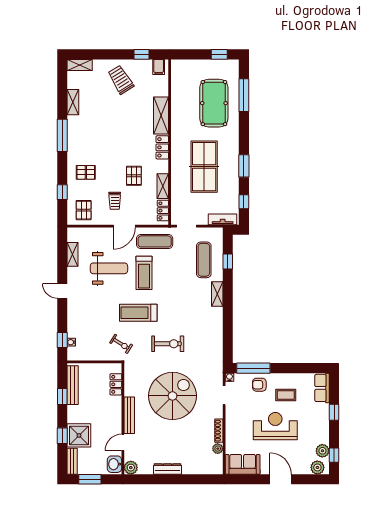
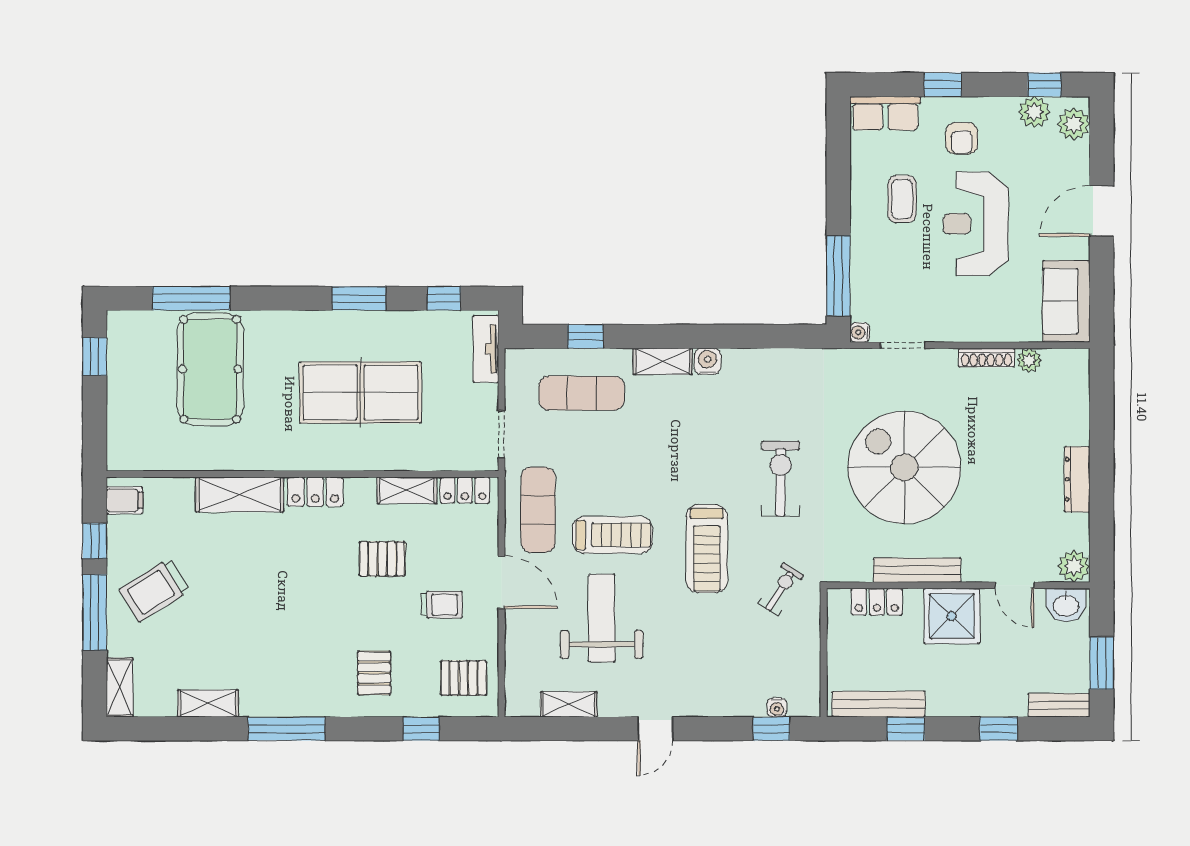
window: (111, 54) -> (95, 612), added
pool table: (214, 103) -> (210, 369), turned 90
water cooler: (217, 313) -> (708, 361), added
armchair: (259, 385) -> (962, 138), moved
bench: (129, 415) -> (917, 570), moved
shower: (79, 435) -> (952, 616), moved

